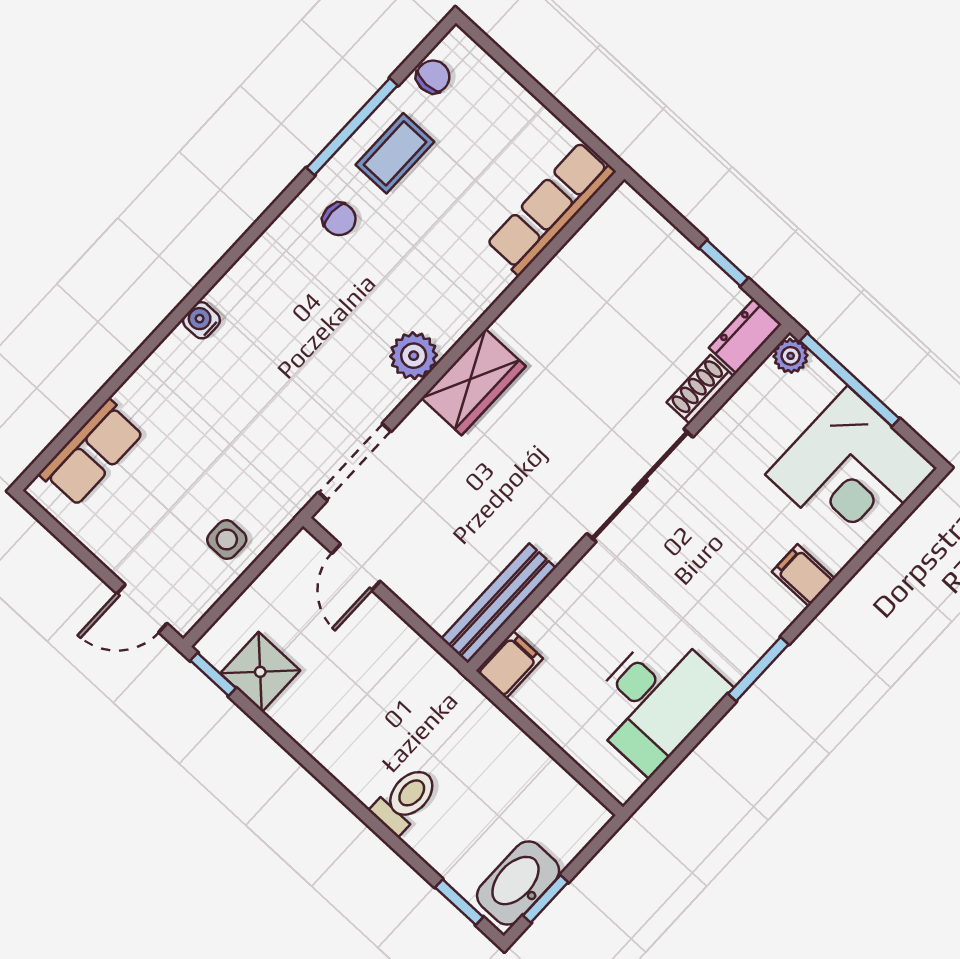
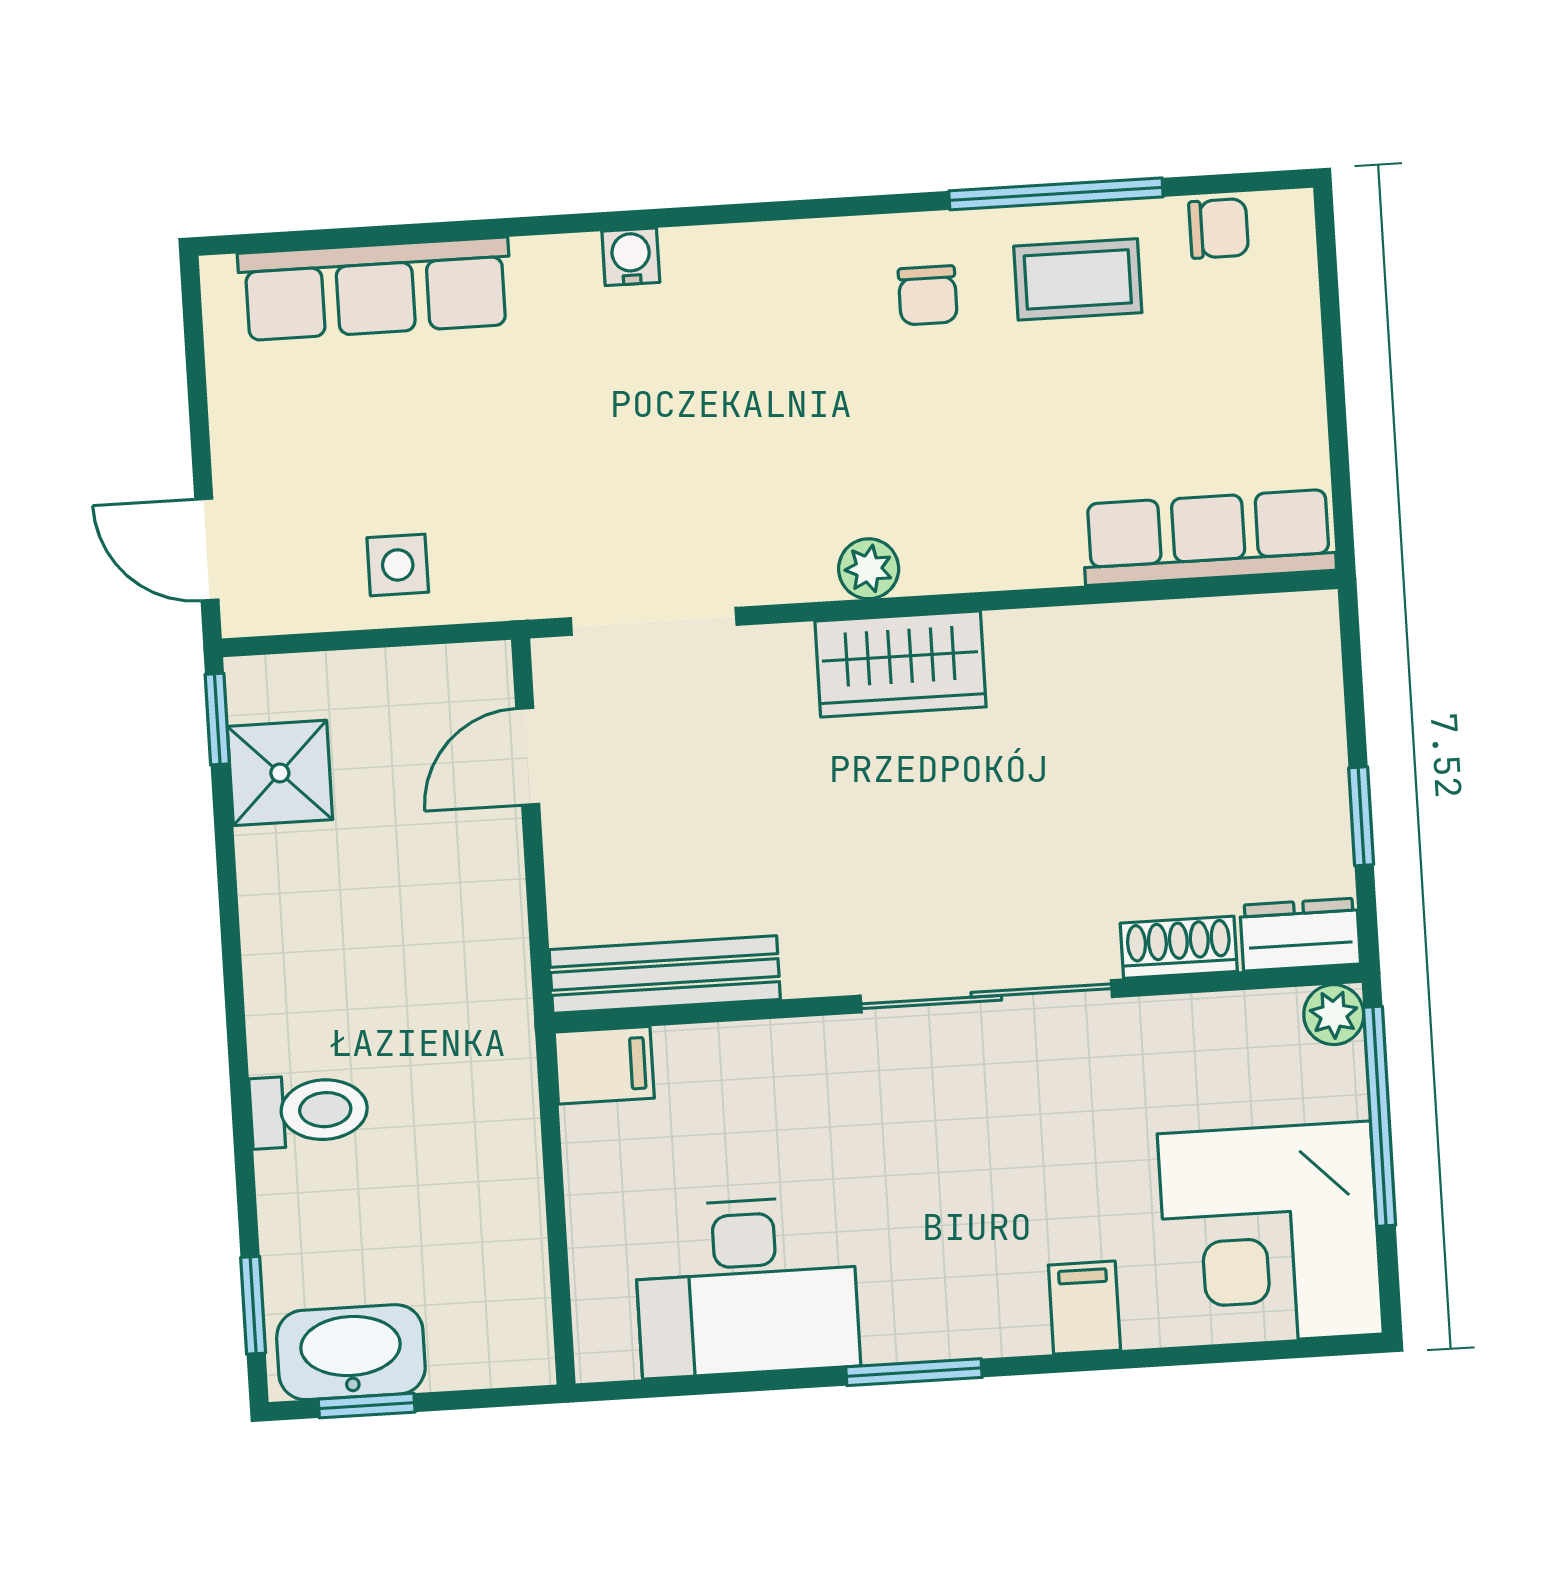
plant: (414, 356) -> (869, 569), width x0.73, depth x0.73
row of seats: (92, 453) -> (375, 289), width x1.48

